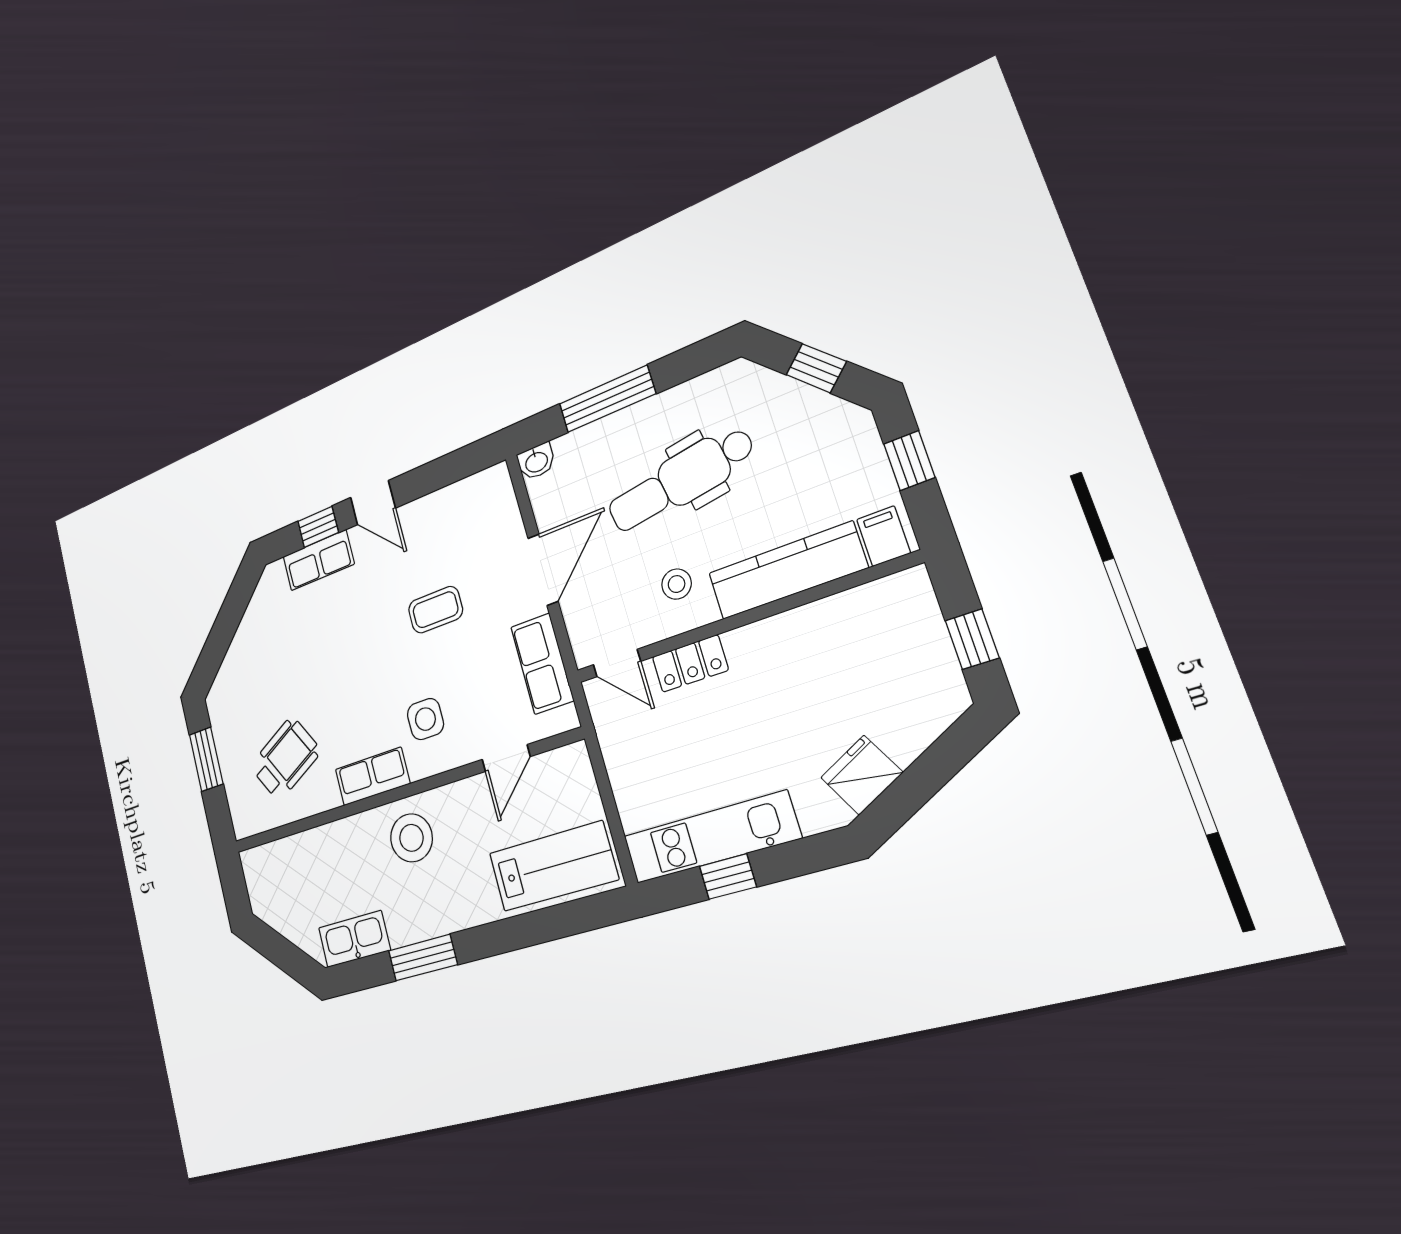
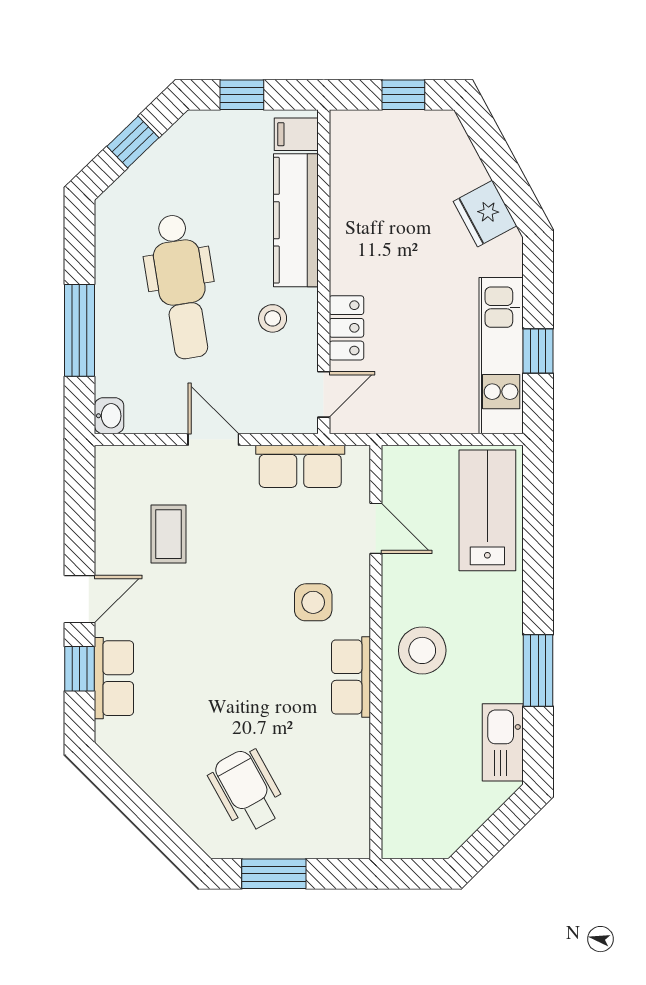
door: (543, 570) -> (213, 439), width x0.73
coffee table: (436, 610) -> (168, 534), moved
wheelchair: (285, 759) -> (247, 790), moved

